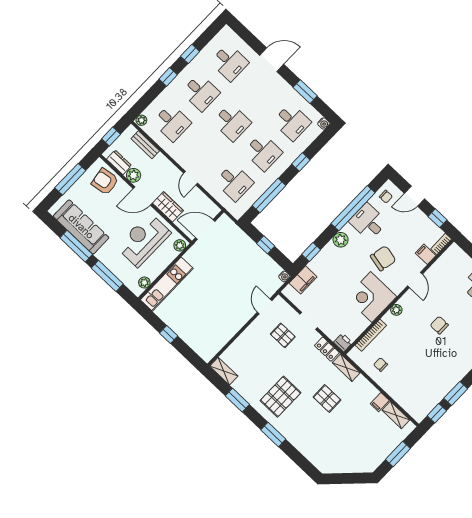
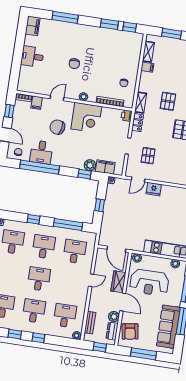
plant: (341, 240) -> (90, 165), moved
fridge: (242, 316) -> (154, 189), added

